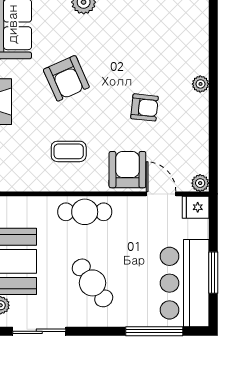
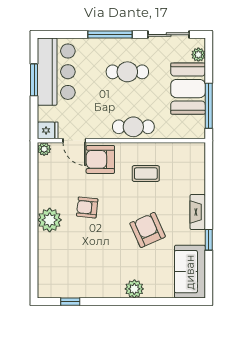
plant: (200, 84) -> (50, 220), width x1.87, depth x1.87
armchair: (127, 170) -> (100, 159), turned 90
cafe table: (92, 283) -> (127, 72), turned -54
window: (154, 331) -> (110, 35), moved

